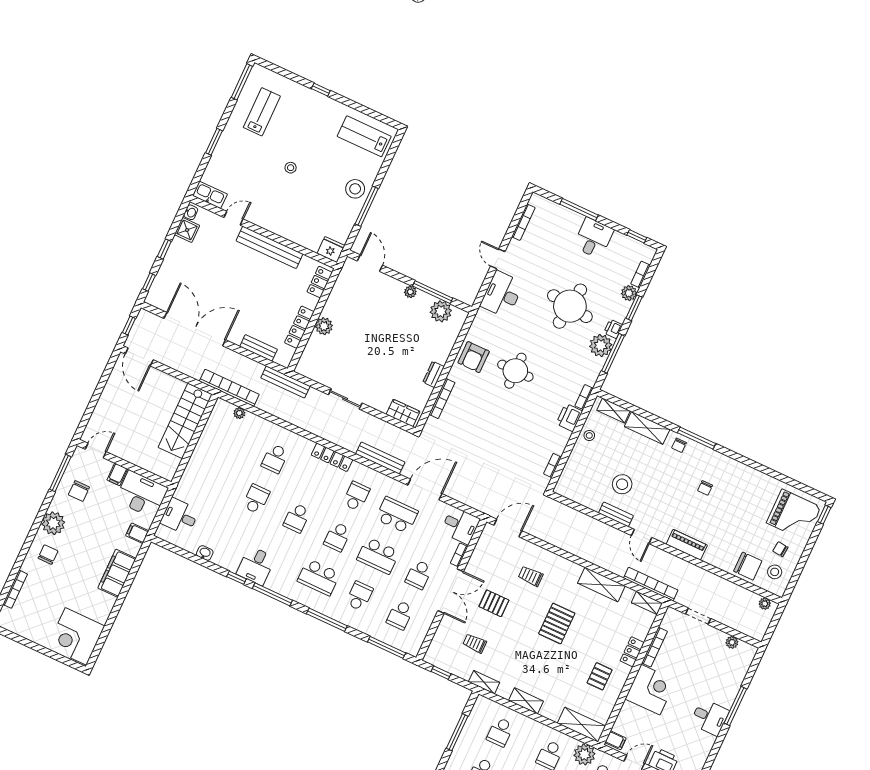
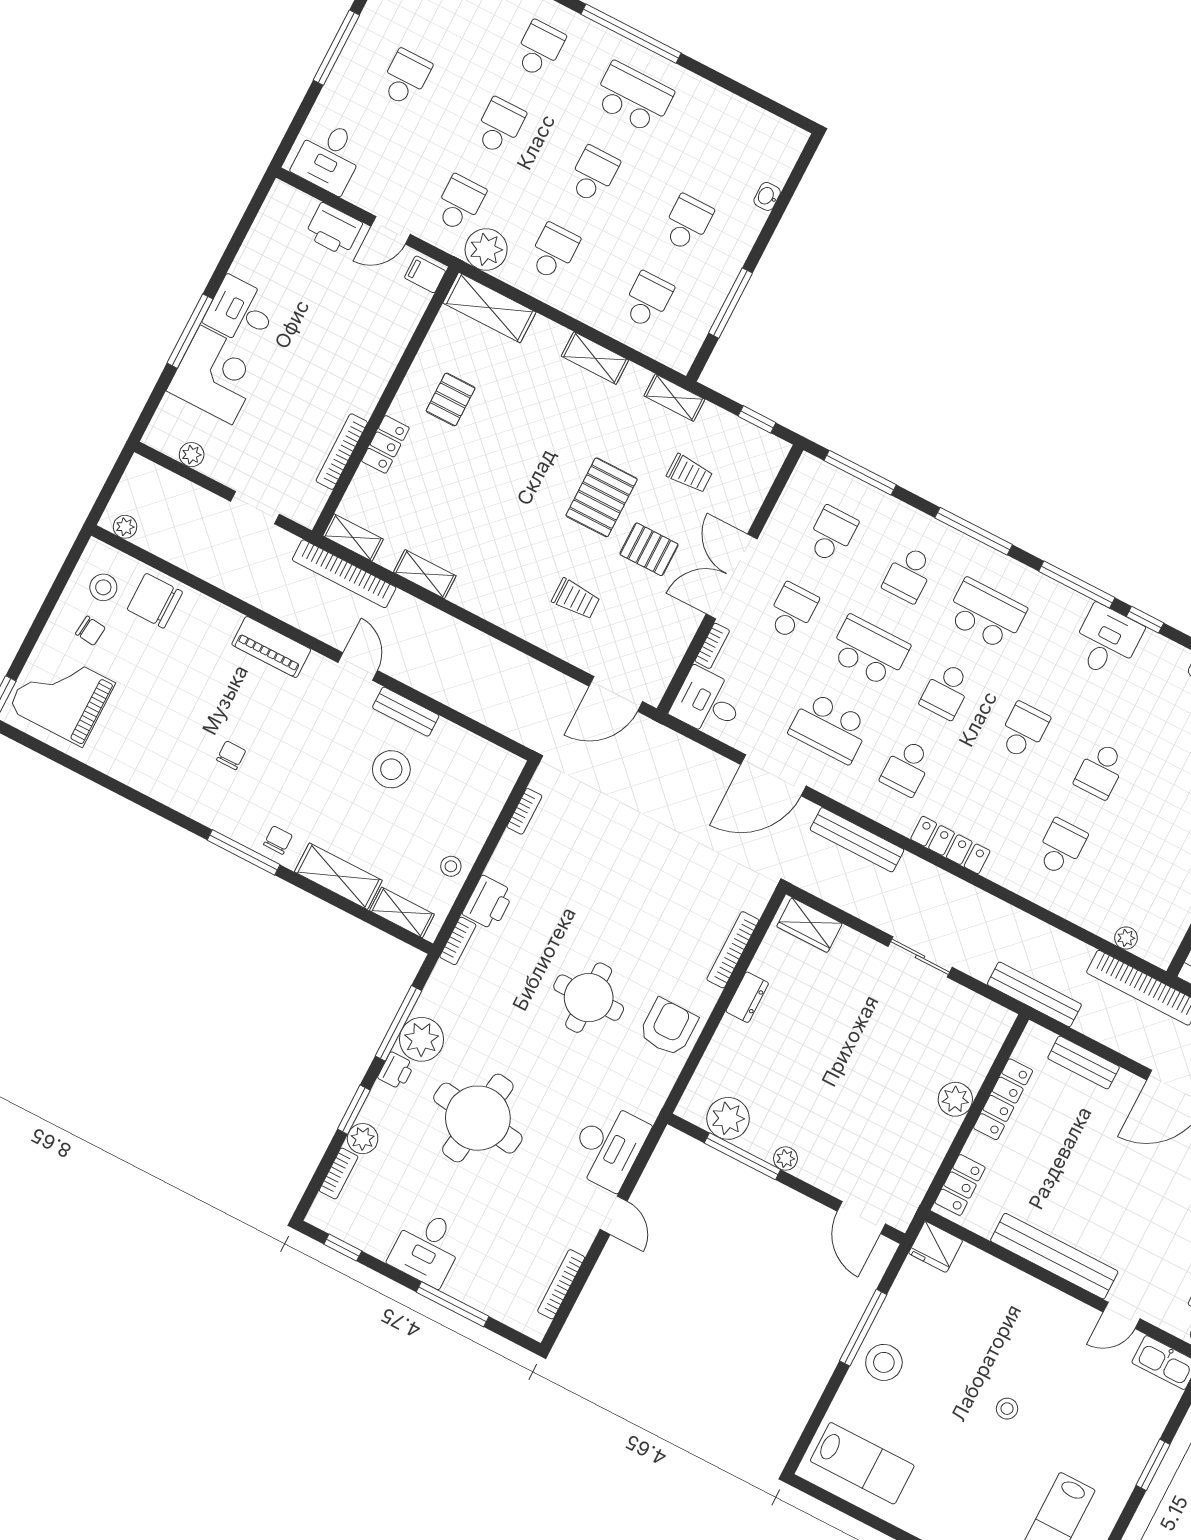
school desk: (337, 537) -> (946, 691), turned 180
shelving: (601, 585) -> (425, 574), width x0.67, depth x0.75
pallet: (557, 624) -> (602, 497), moved
corner desk: (650, 690) -> (216, 375), moved, turned 180

